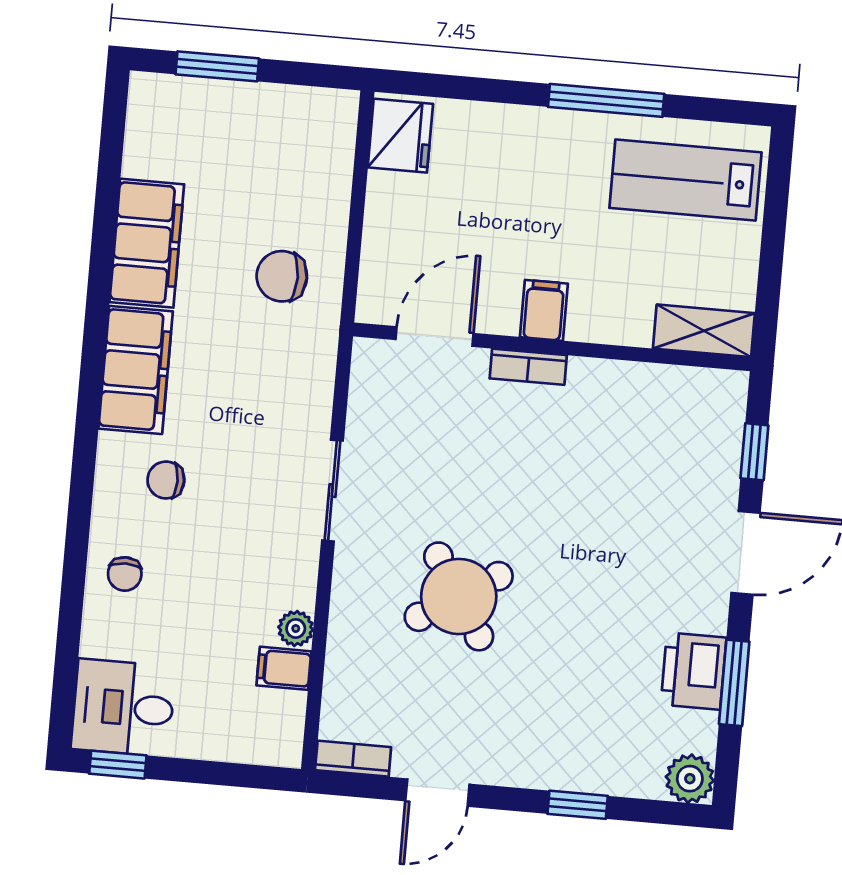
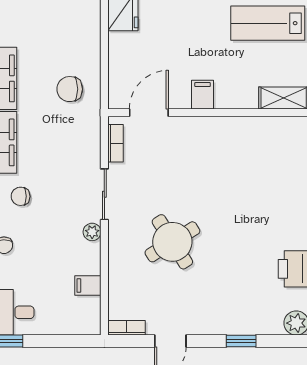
bookcase: (528, 367) -> (116, 143), moved, turned -90
plant: (296, 628) -> (92, 232), moved

